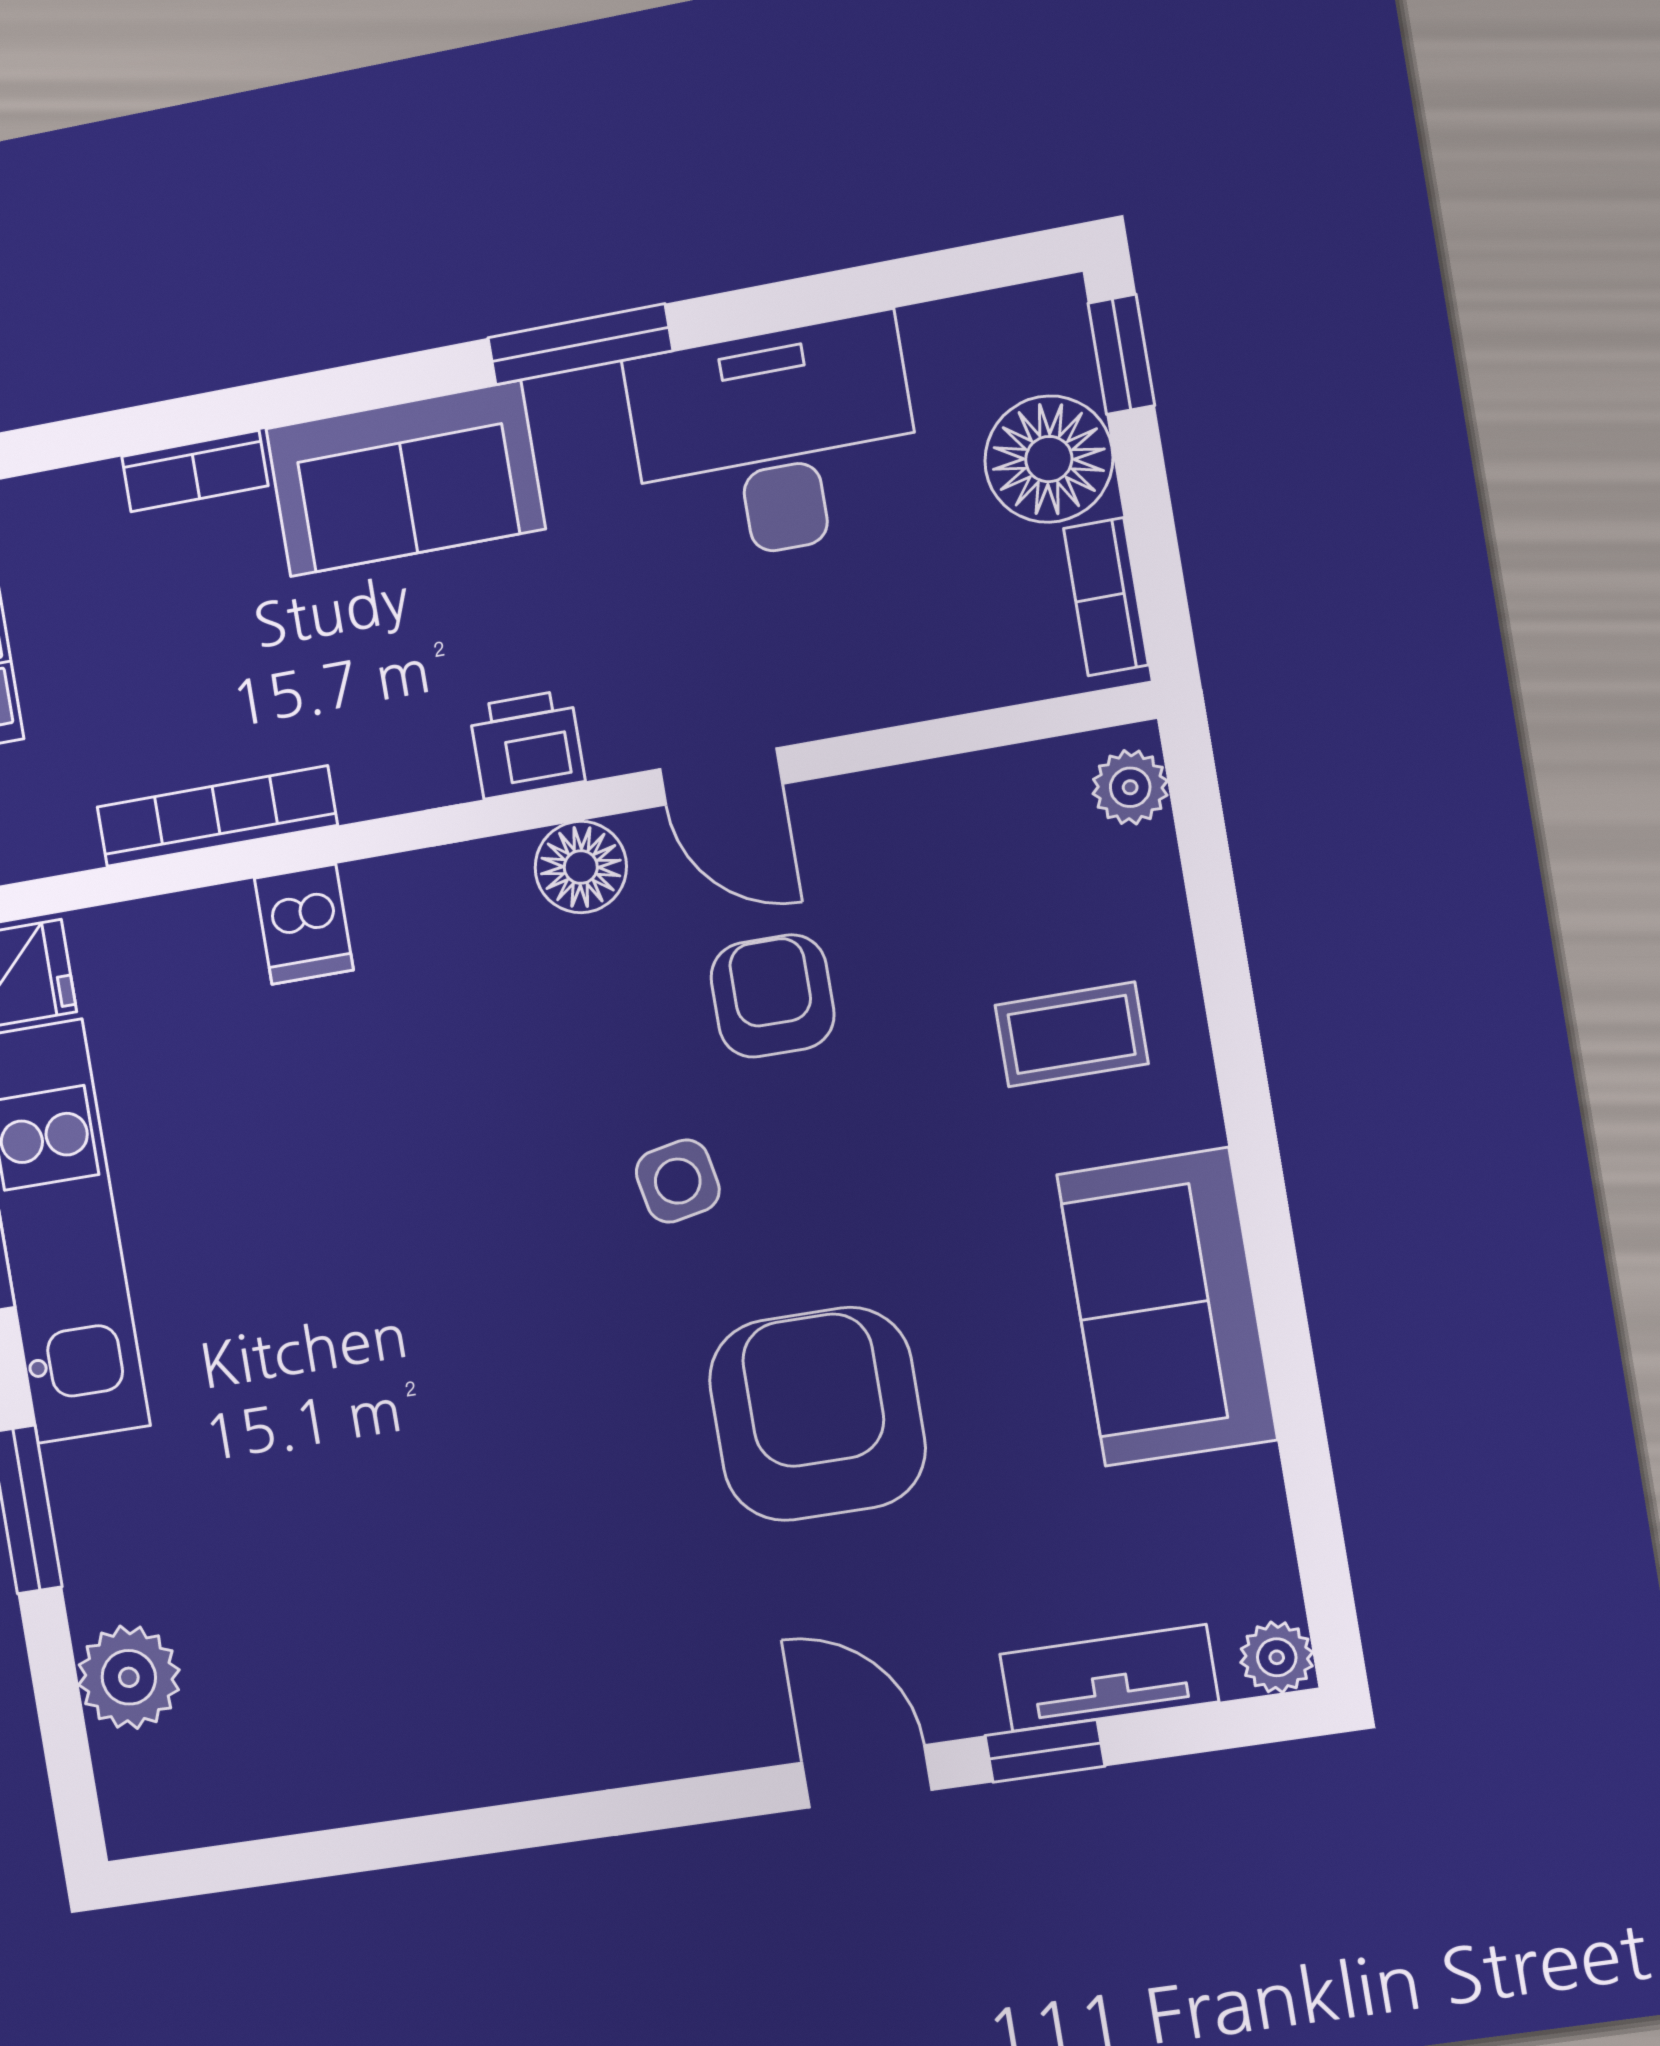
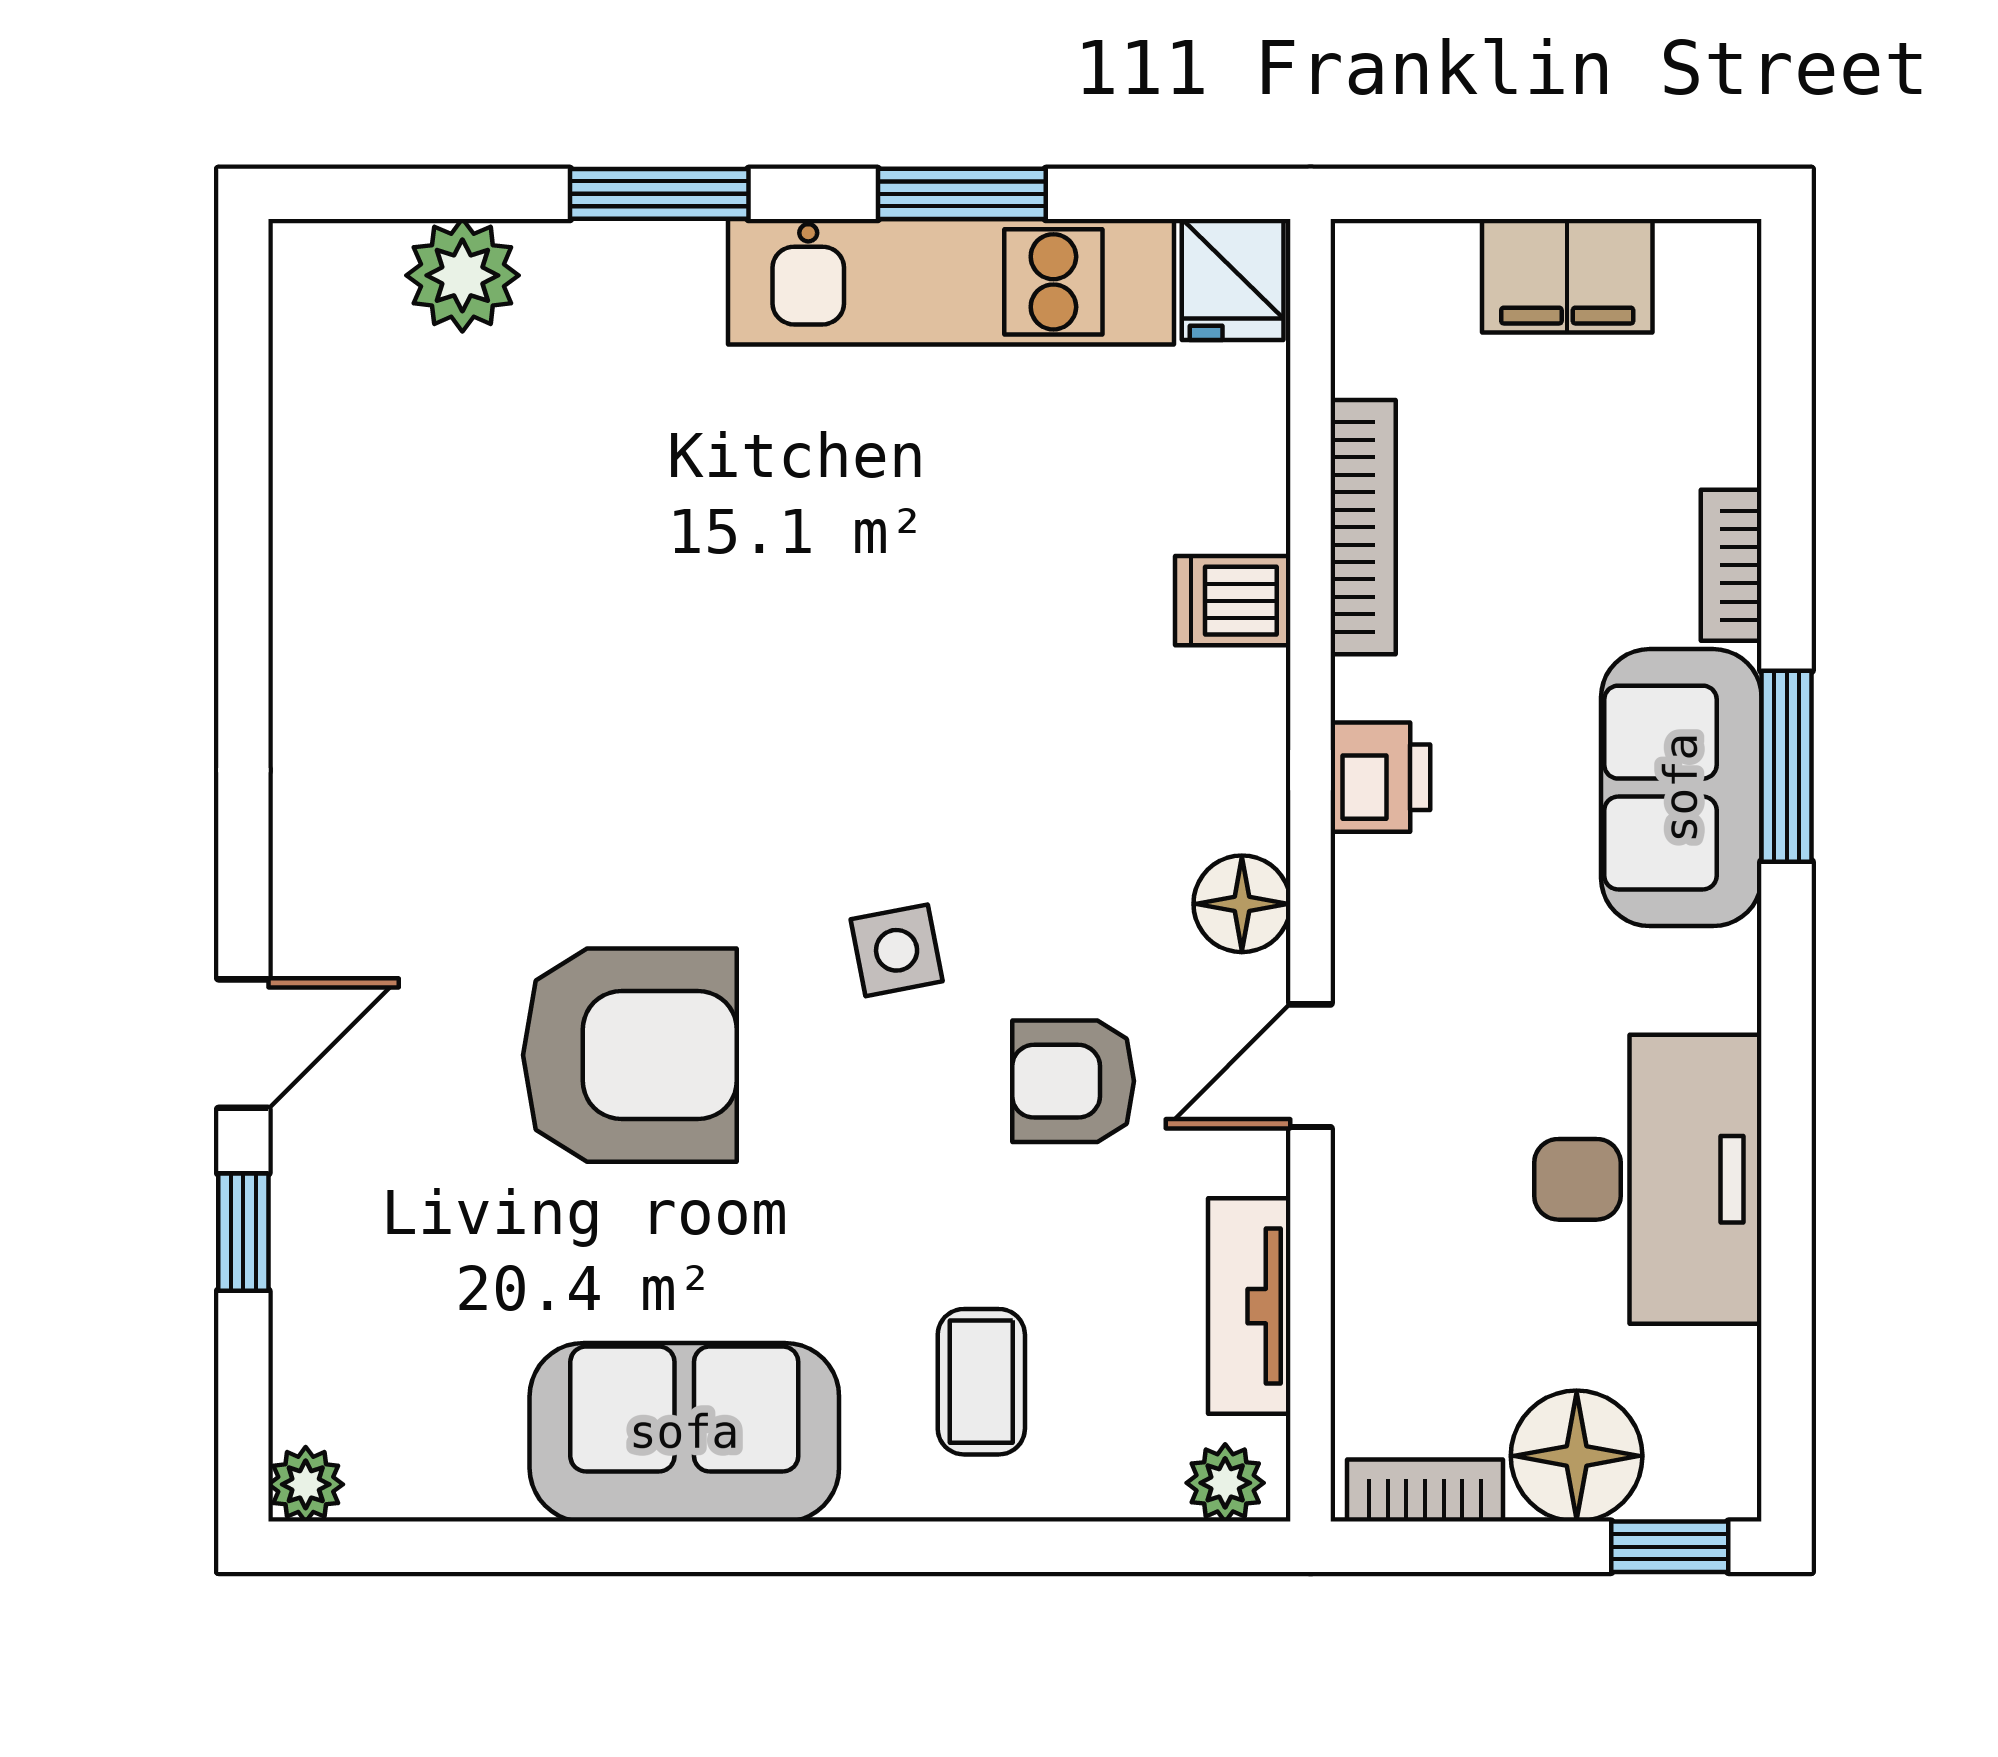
window: (580, 344) -> (1787, 766), moved
printer: (527, 744) -> (1380, 777), moved
armchair: (773, 996) -> (1073, 1081), turned 180
tv unit: (1109, 1678) -> (1249, 1306), moved, turned 180

